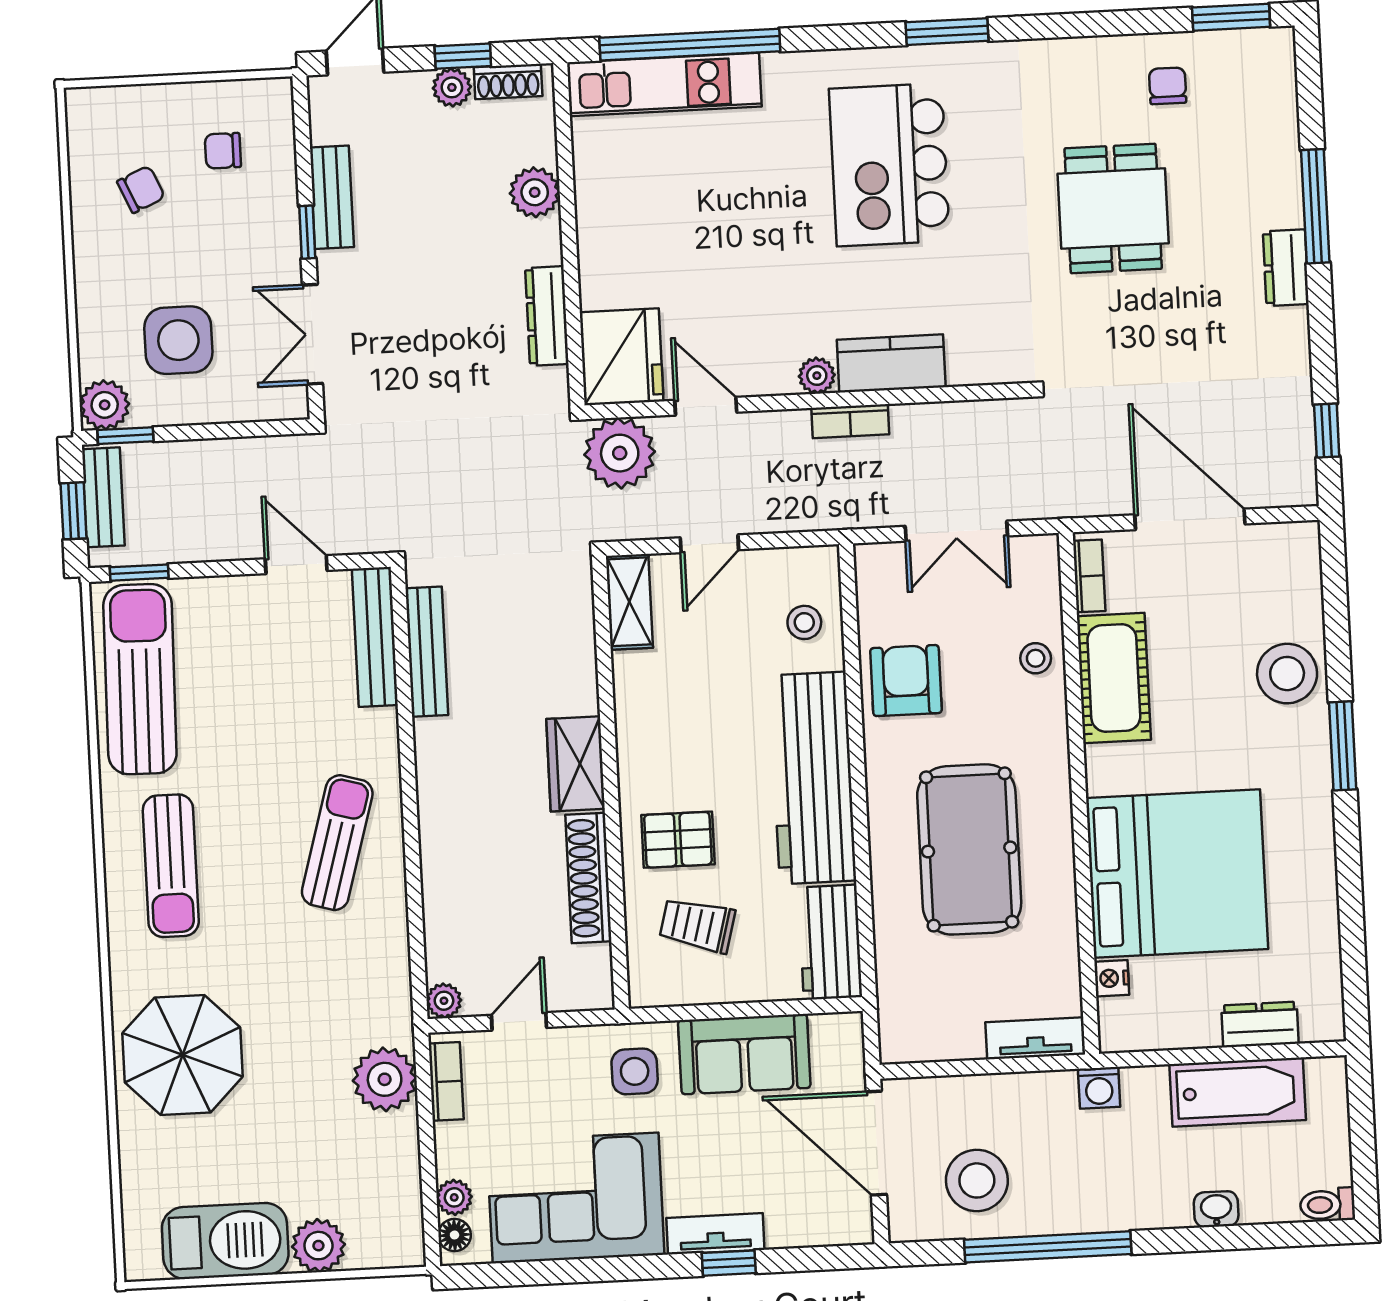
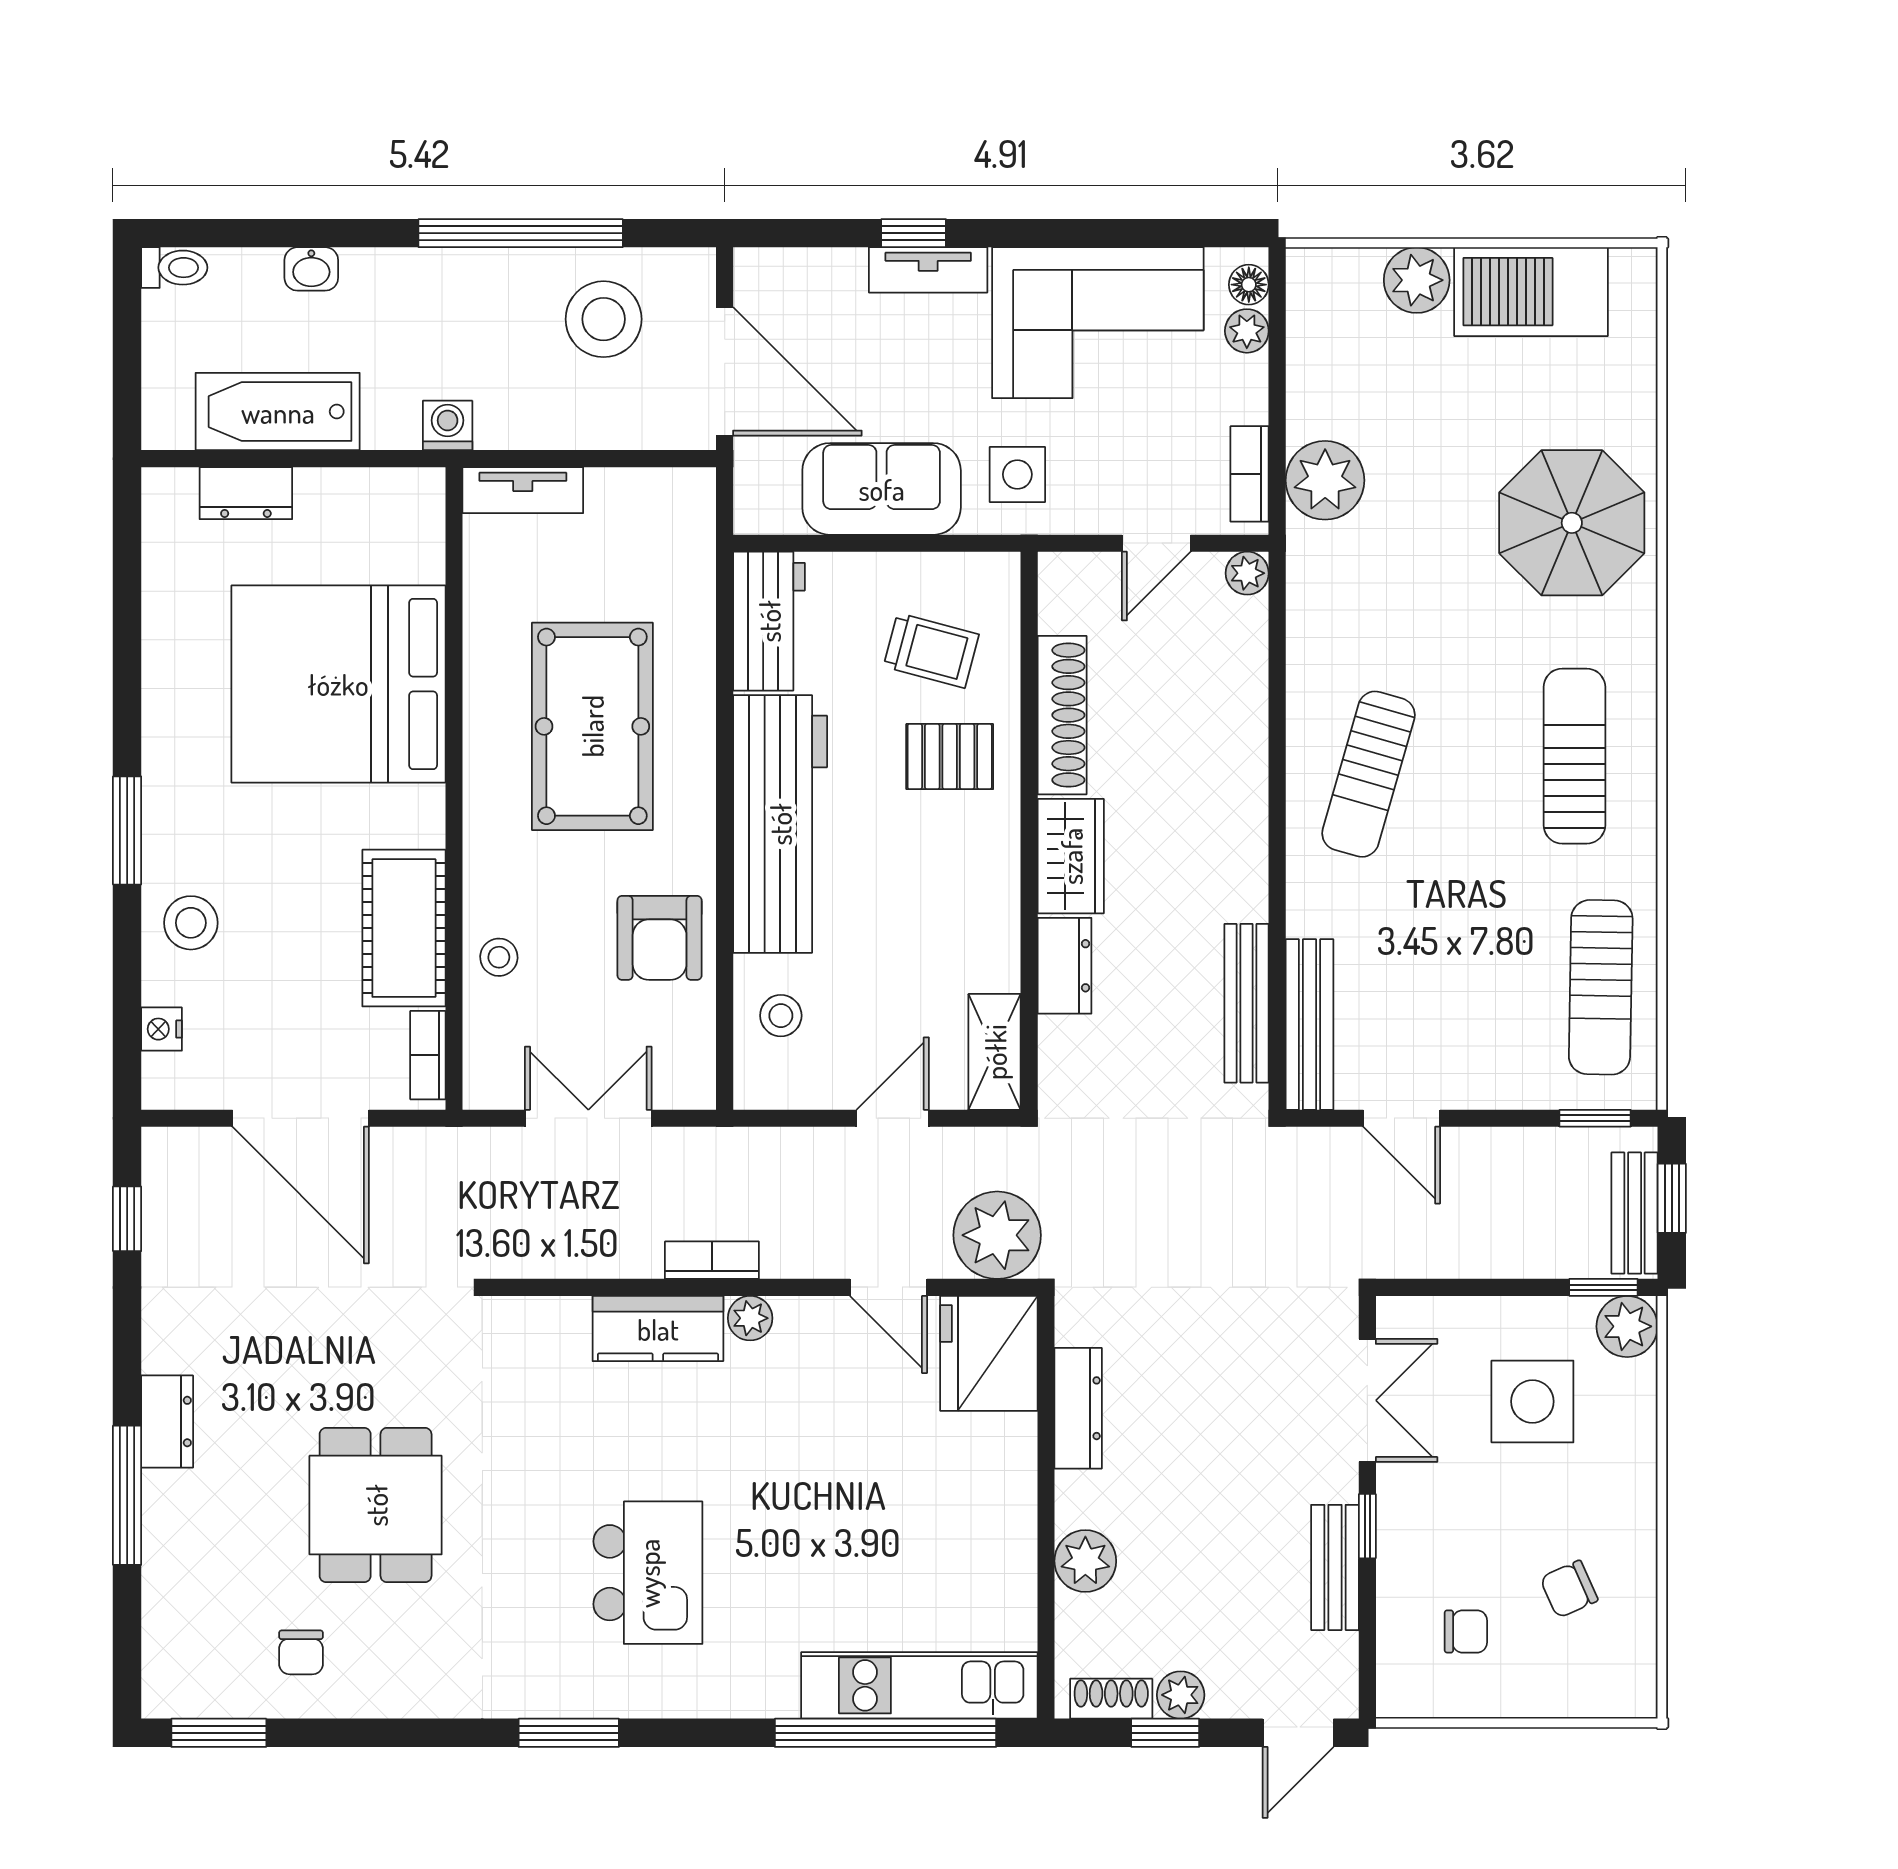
kitchen island: (889, 165) -> (648, 1573), width x0.73, depth x0.78
stool: (1287, 674) -> (191, 923), width x0.73, depth x0.73
dresser: (576, 675) -> (1064, 966), added
sun lounger: (140, 679) -> (1601, 987), width x0.73, depth x0.75
nightstand: (1112, 978) -> (162, 1029), moved, turned 180

